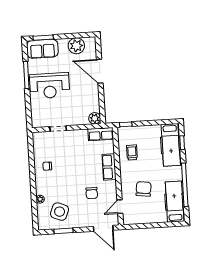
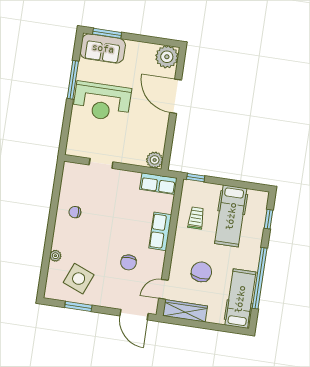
plant: (76, 46) -> (167, 57), moved
hospital bed: (171, 145) -> (231, 216), moved
wardrobe: (138, 218) -> (185, 311), added

